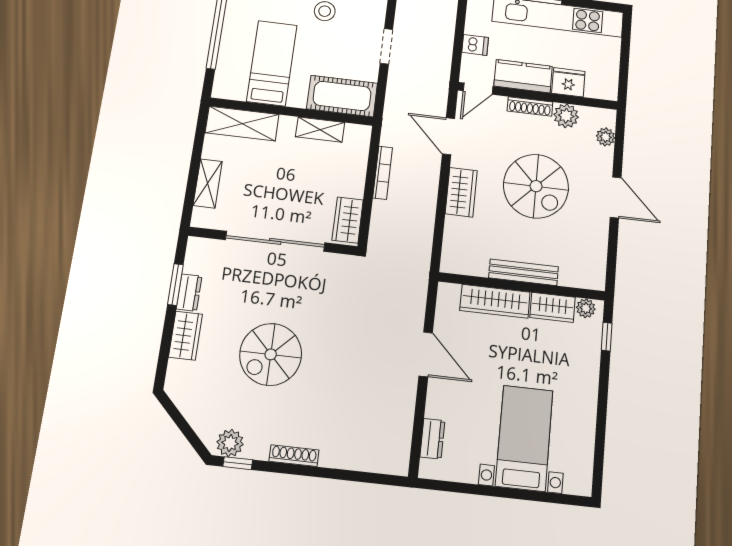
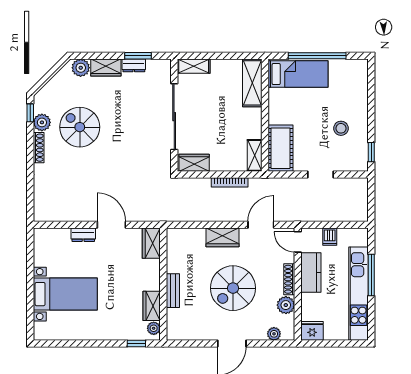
bed: (272, 63) -> (298, 74), moved
fridge: (568, 82) -> (312, 331), moved, turned -90
shelving: (320, 130) -> (255, 155), moved
shelving: (208, 183) -> (194, 66), moved
bench: (524, 272) -> (173, 291), width x0.73
wardrobe: (495, 301) -> (151, 243), moved, width x0.67
spiral stairs: (271, 354) -> (80, 127), moved
door: (426, 354) -> (111, 225), swing flipped
plant: (180, 375) -> (81, 68), added
dresser: (432, 439) -> (83, 235), moved
plant: (230, 443) -> (42, 122), moved

